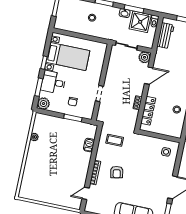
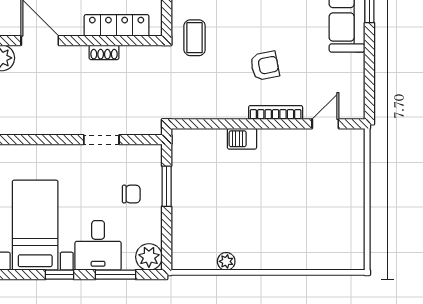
coffee table: (115, 140) -> (195, 38), moved
barbecue: (89, 145) -> (242, 139), moved
door: (86, 193) -> (325, 124), swing flipped

